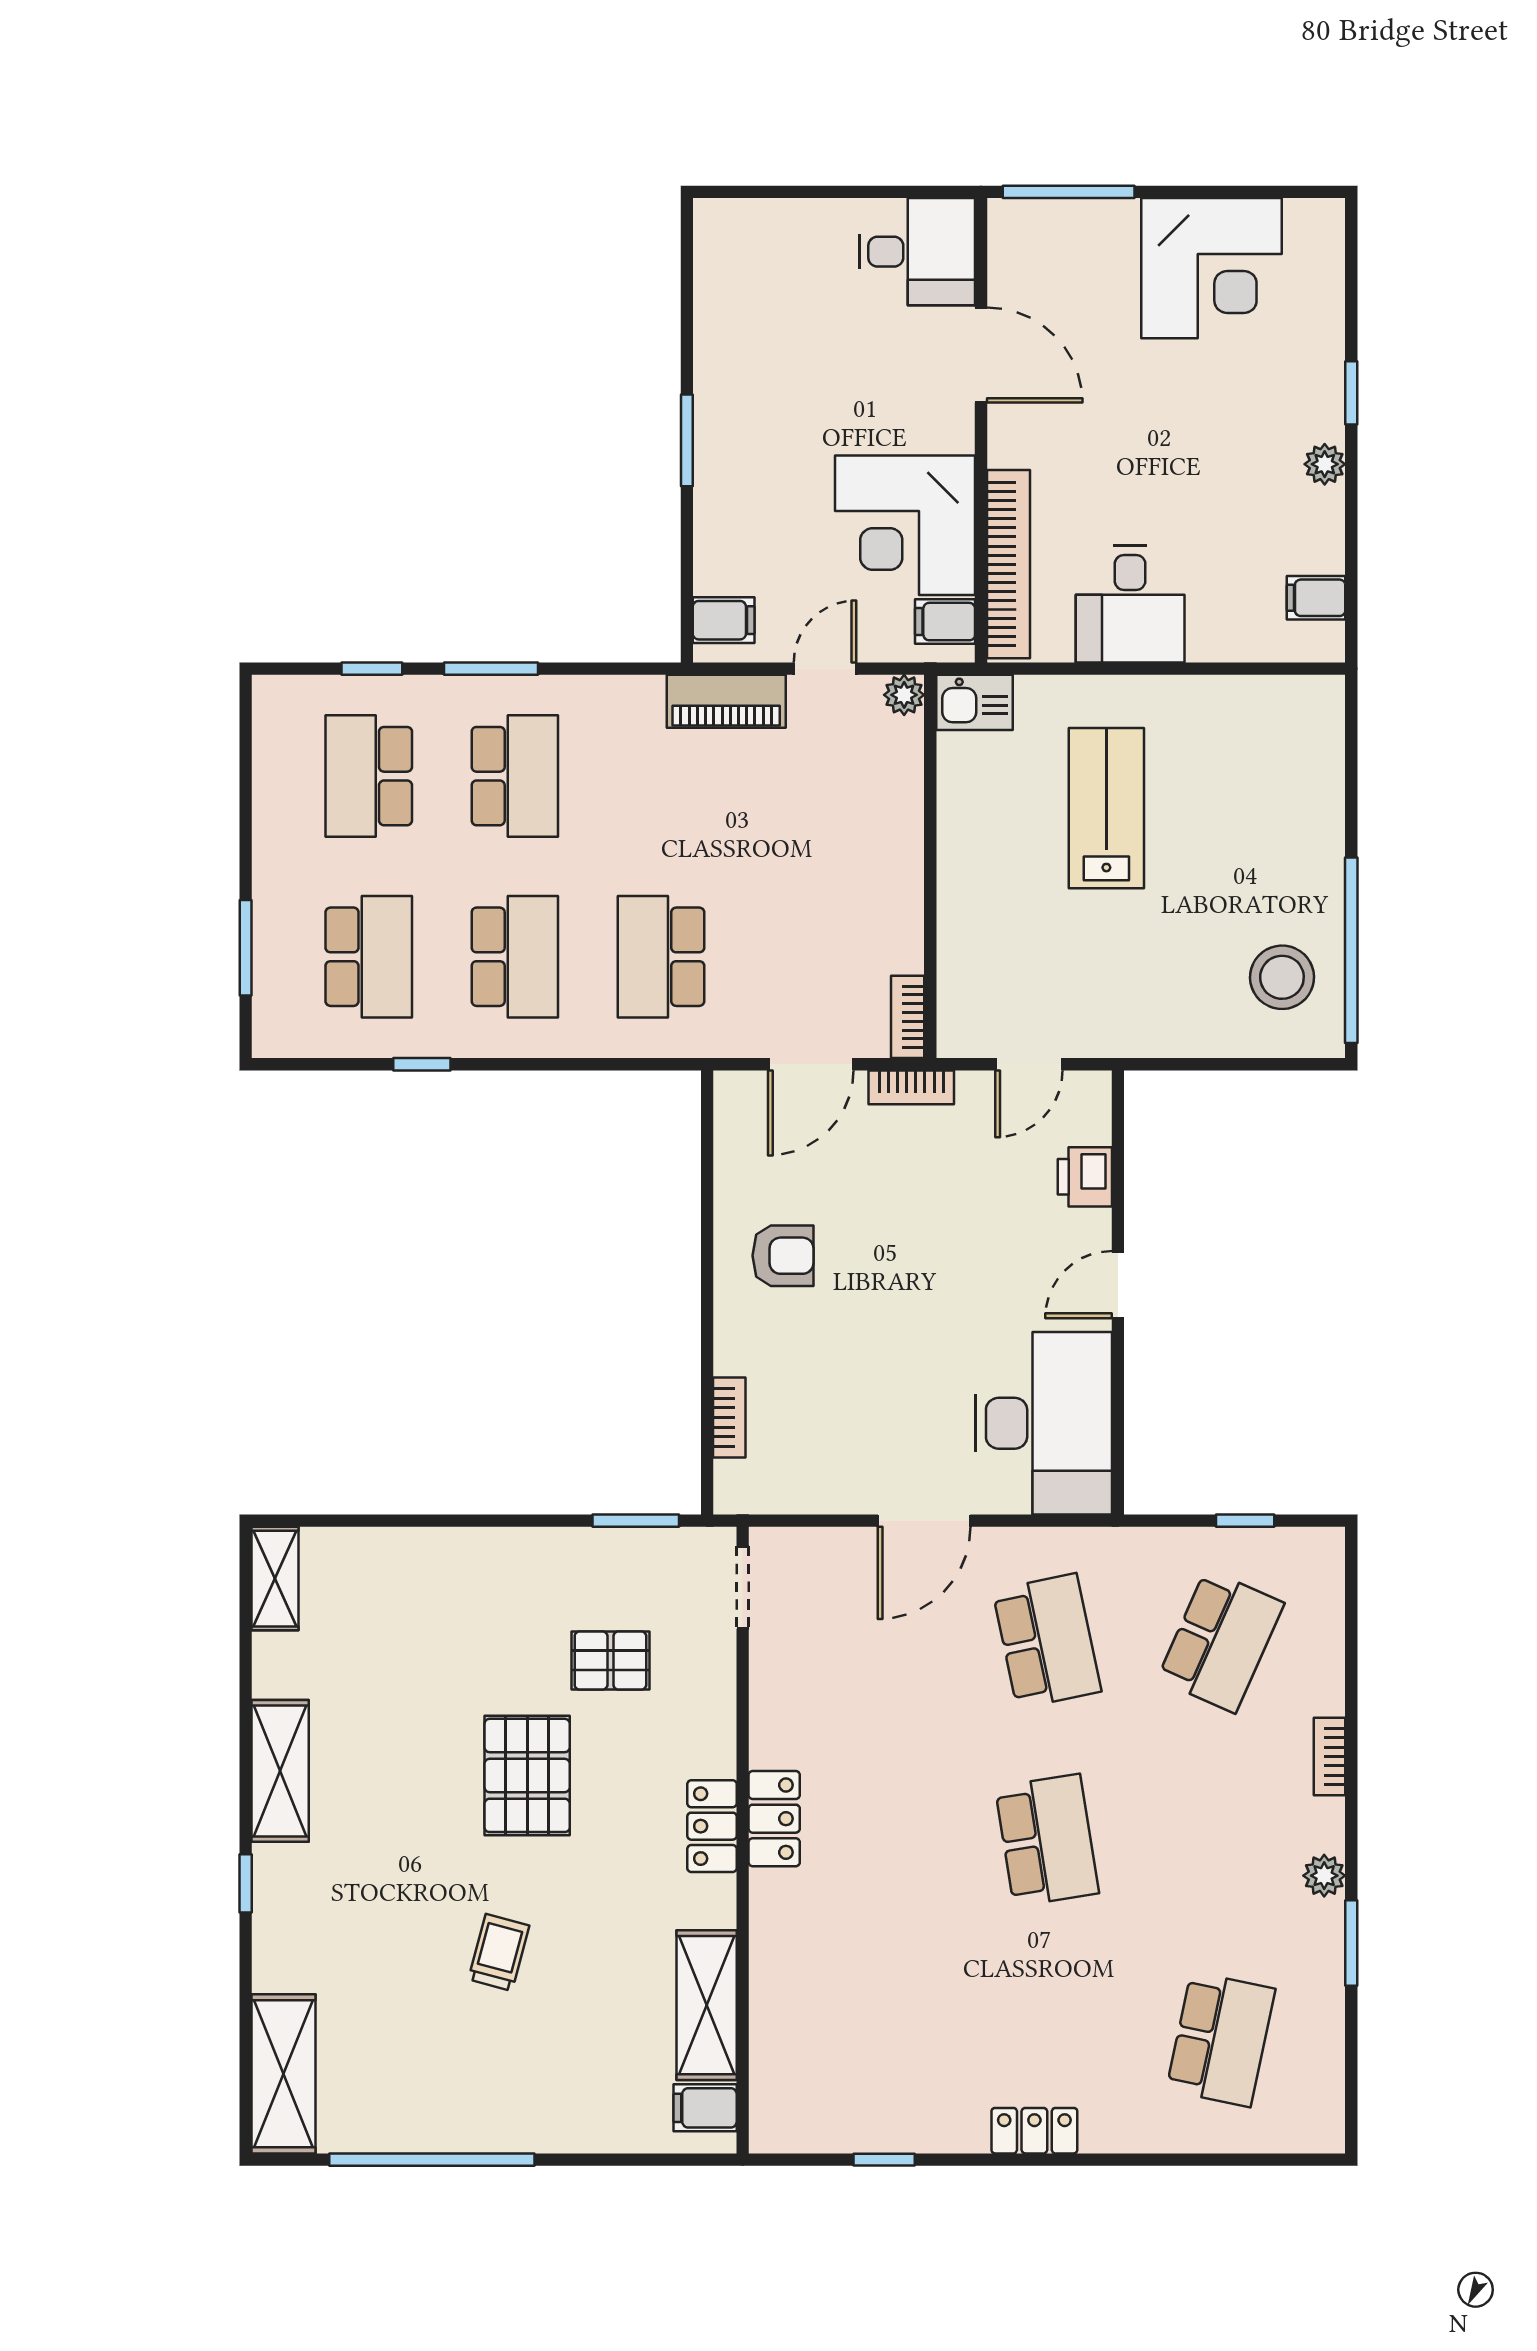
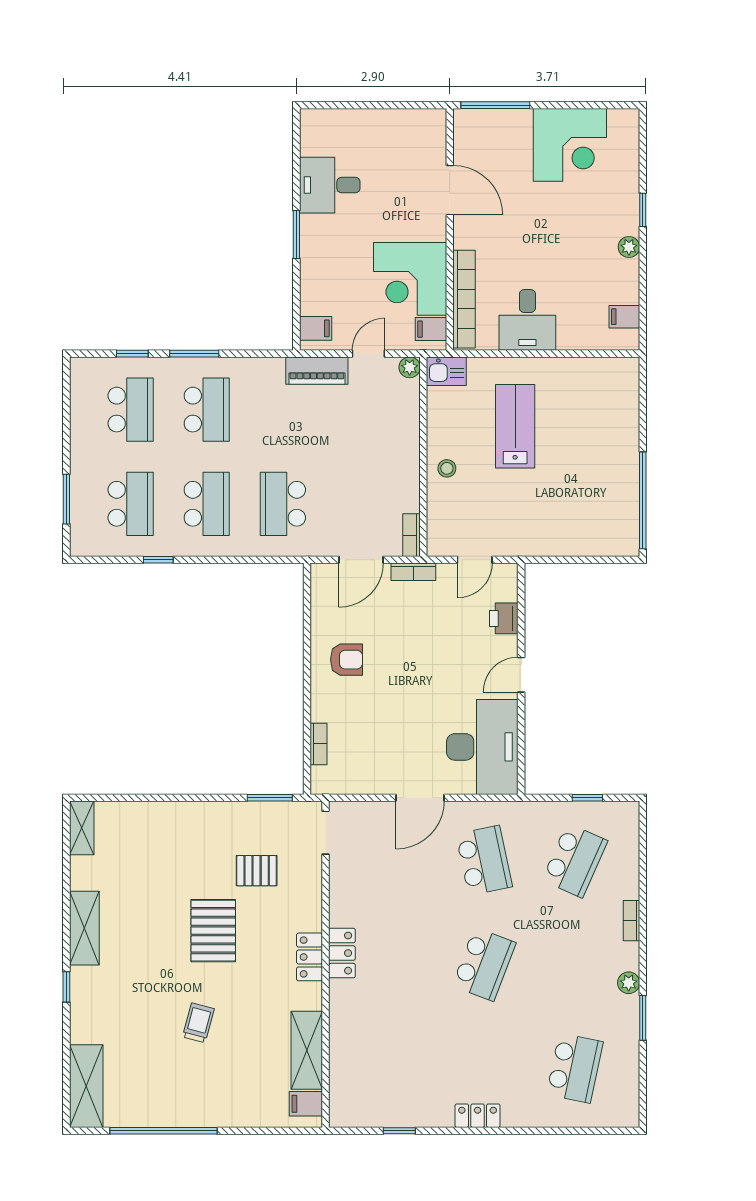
desk: (917, 252) -> (330, 185), moved, turned 180
school desk: (369, 776) -> (131, 410), turned 180
stool: (1282, 977) -> (447, 468), moved, width x0.53, depth x0.53
school desk: (1047, 1840) -> (484, 964), turned 30

